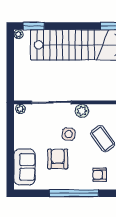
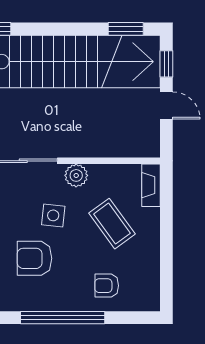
armchair: (58, 159) -> (34, 258), turned -90

